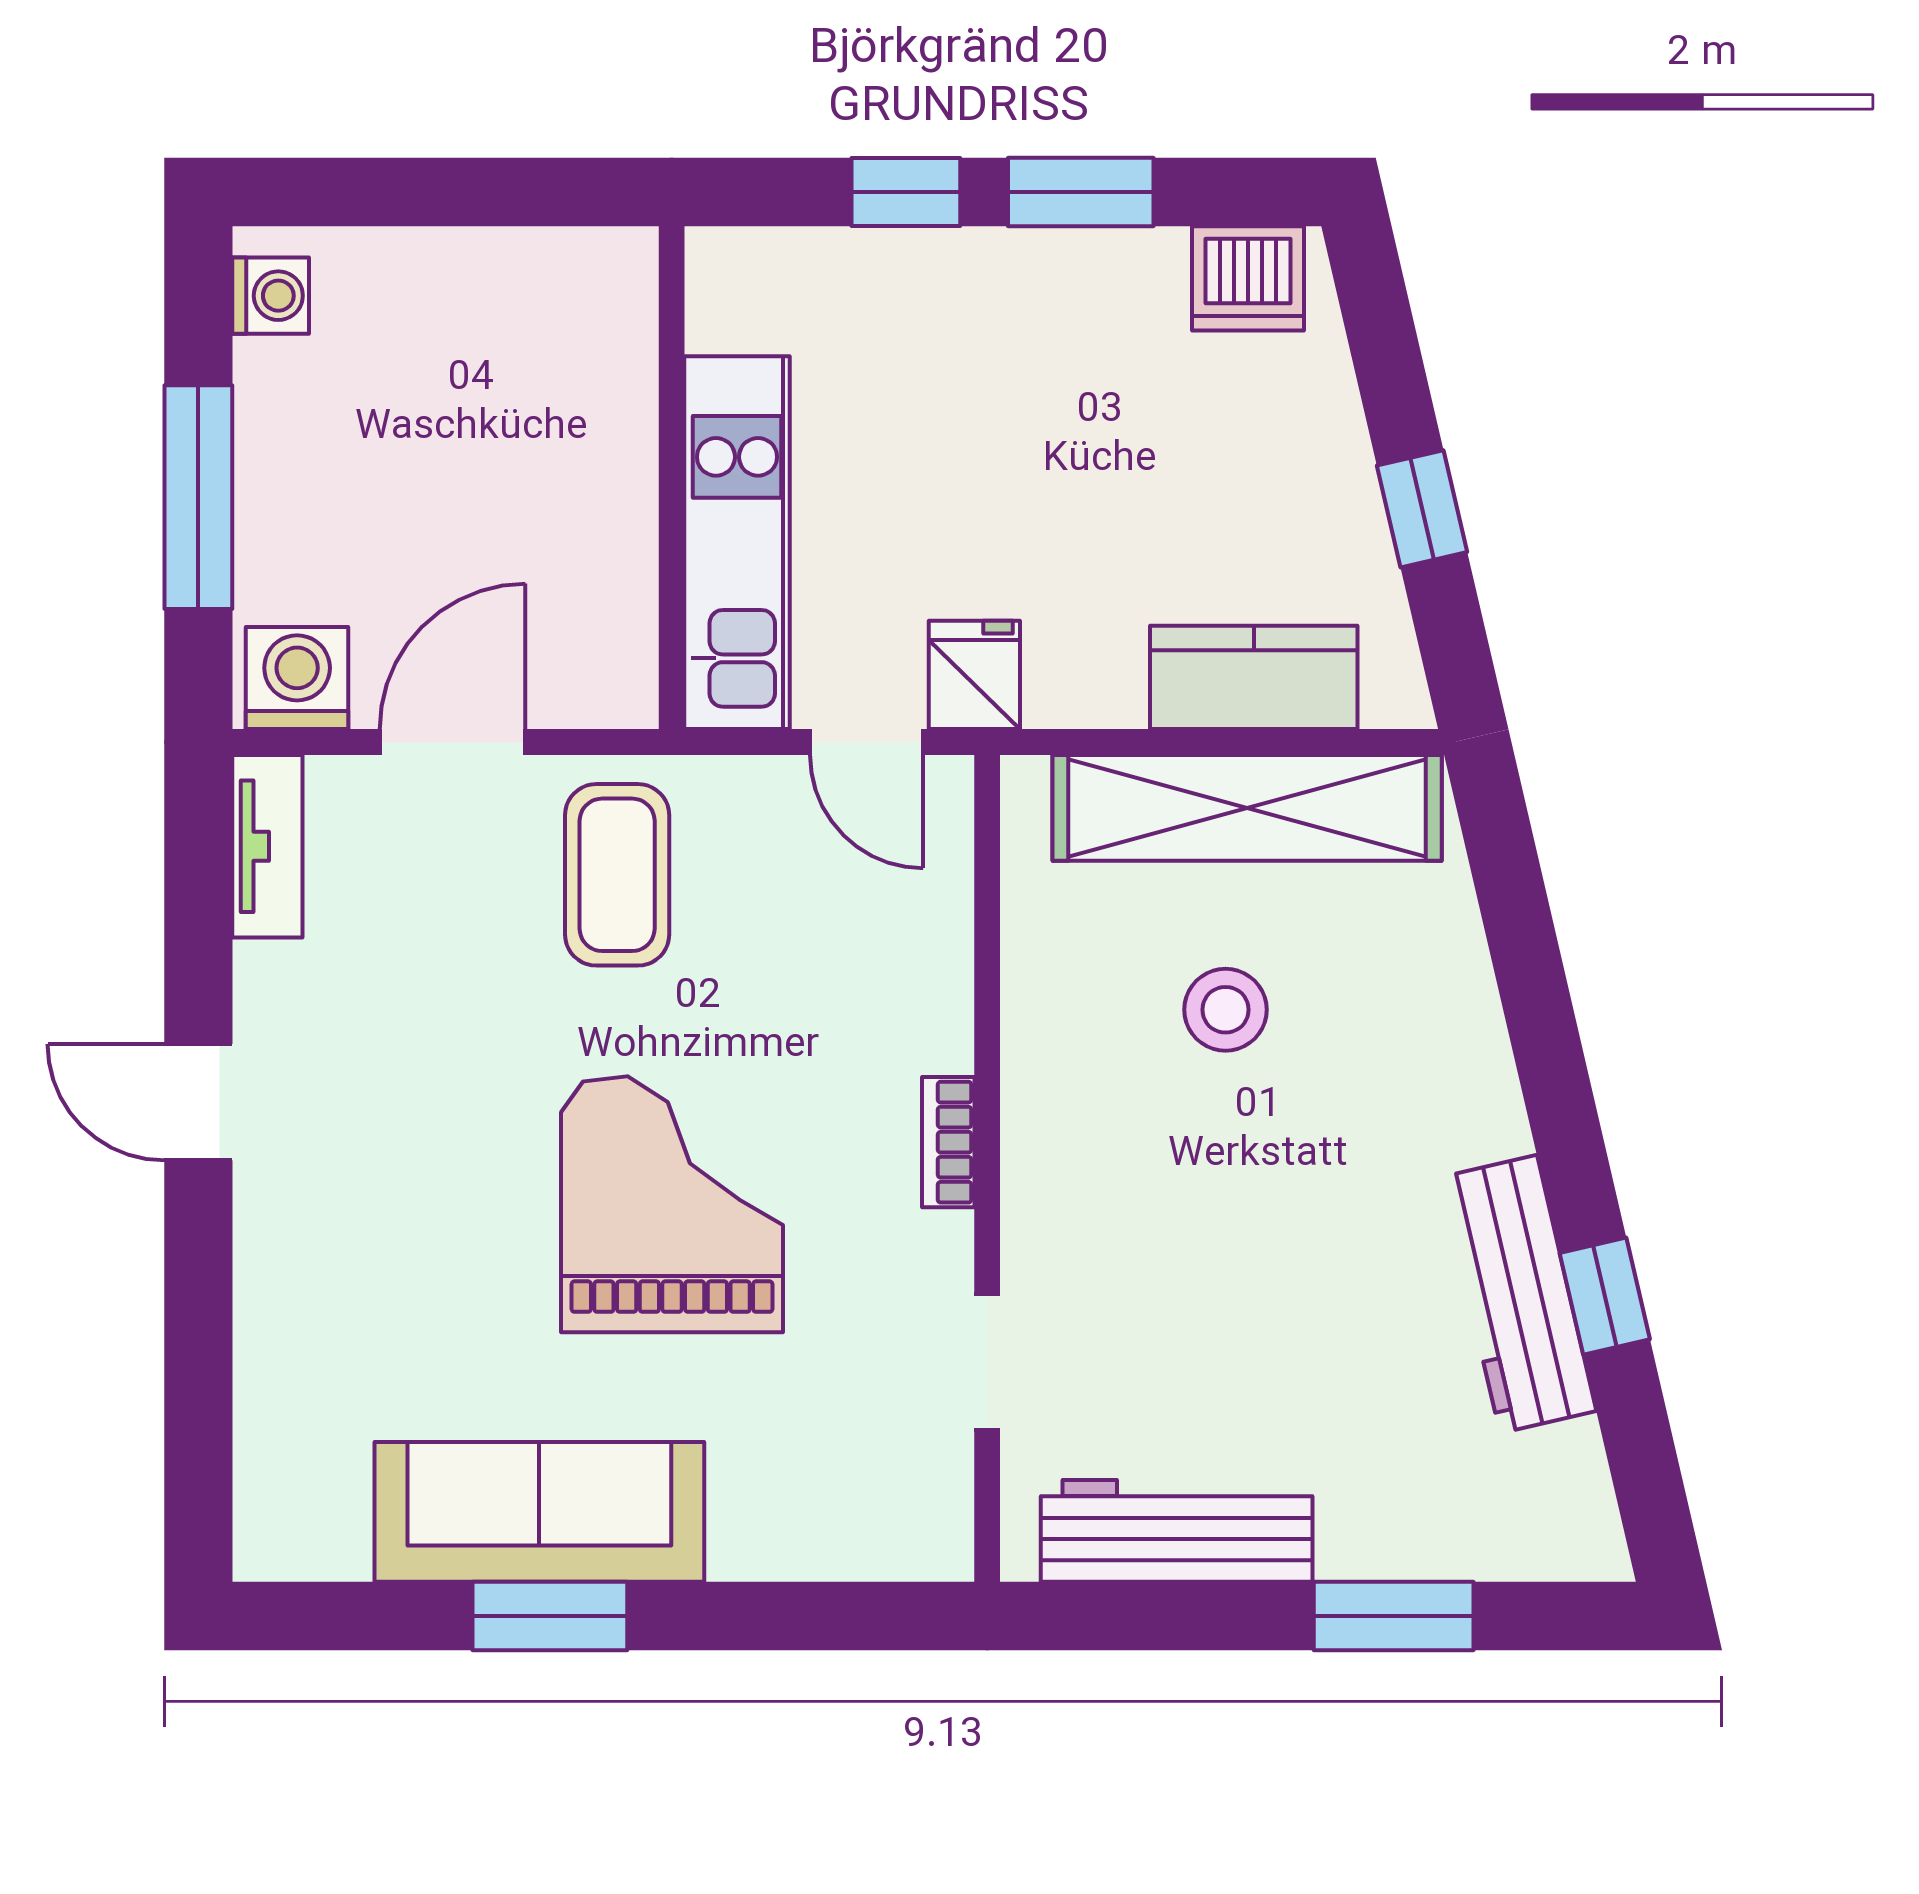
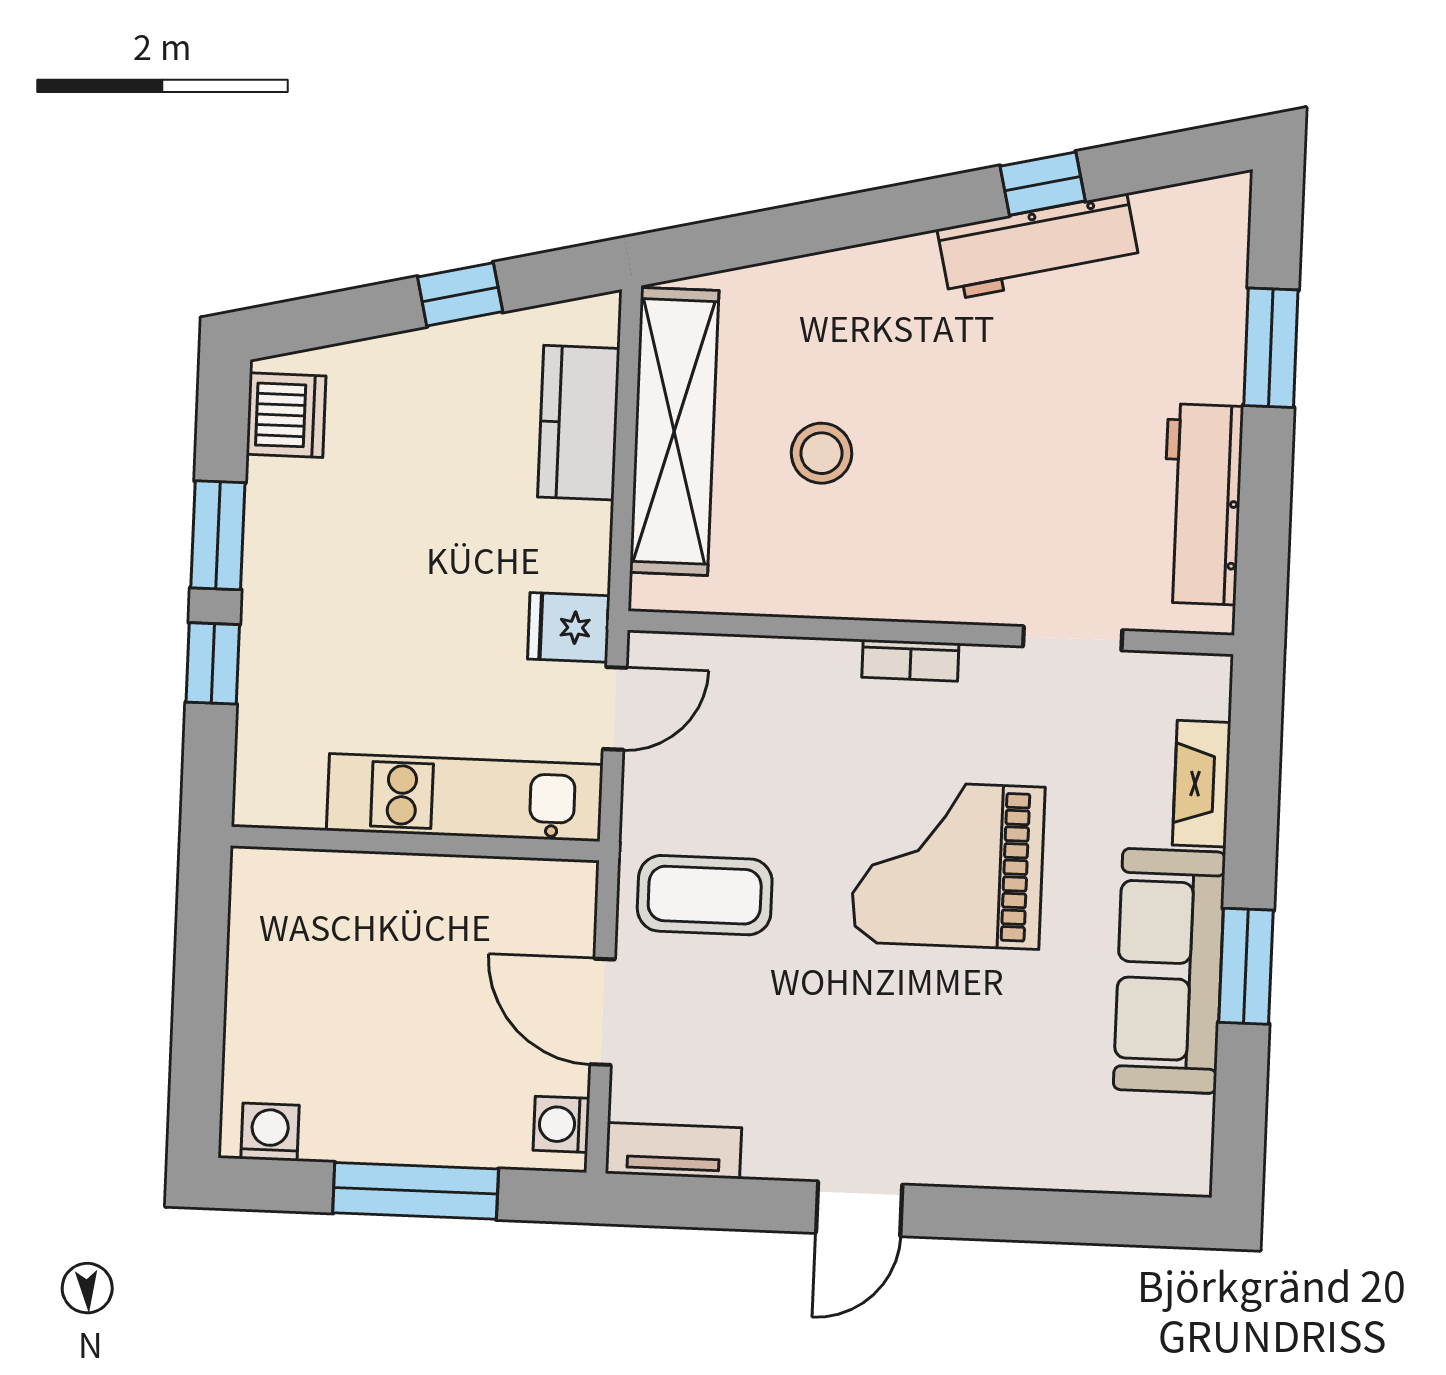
washing machine: (297, 678) -> (561, 1124), width x0.73, depth x0.73
fireplace: (796, 1546) -> (1202, 784), added

